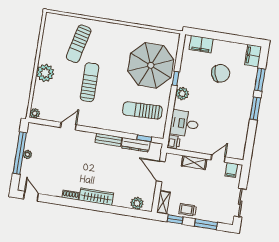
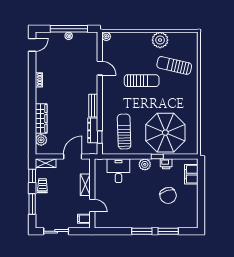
filing cabinet: (253, 56) -> (188, 222), removed
plant: (45, 73) -> (160, 40), moved
printer: (174, 142) -> (166, 164), moved
wardrobe: (96, 197) -> (41, 118), moved

